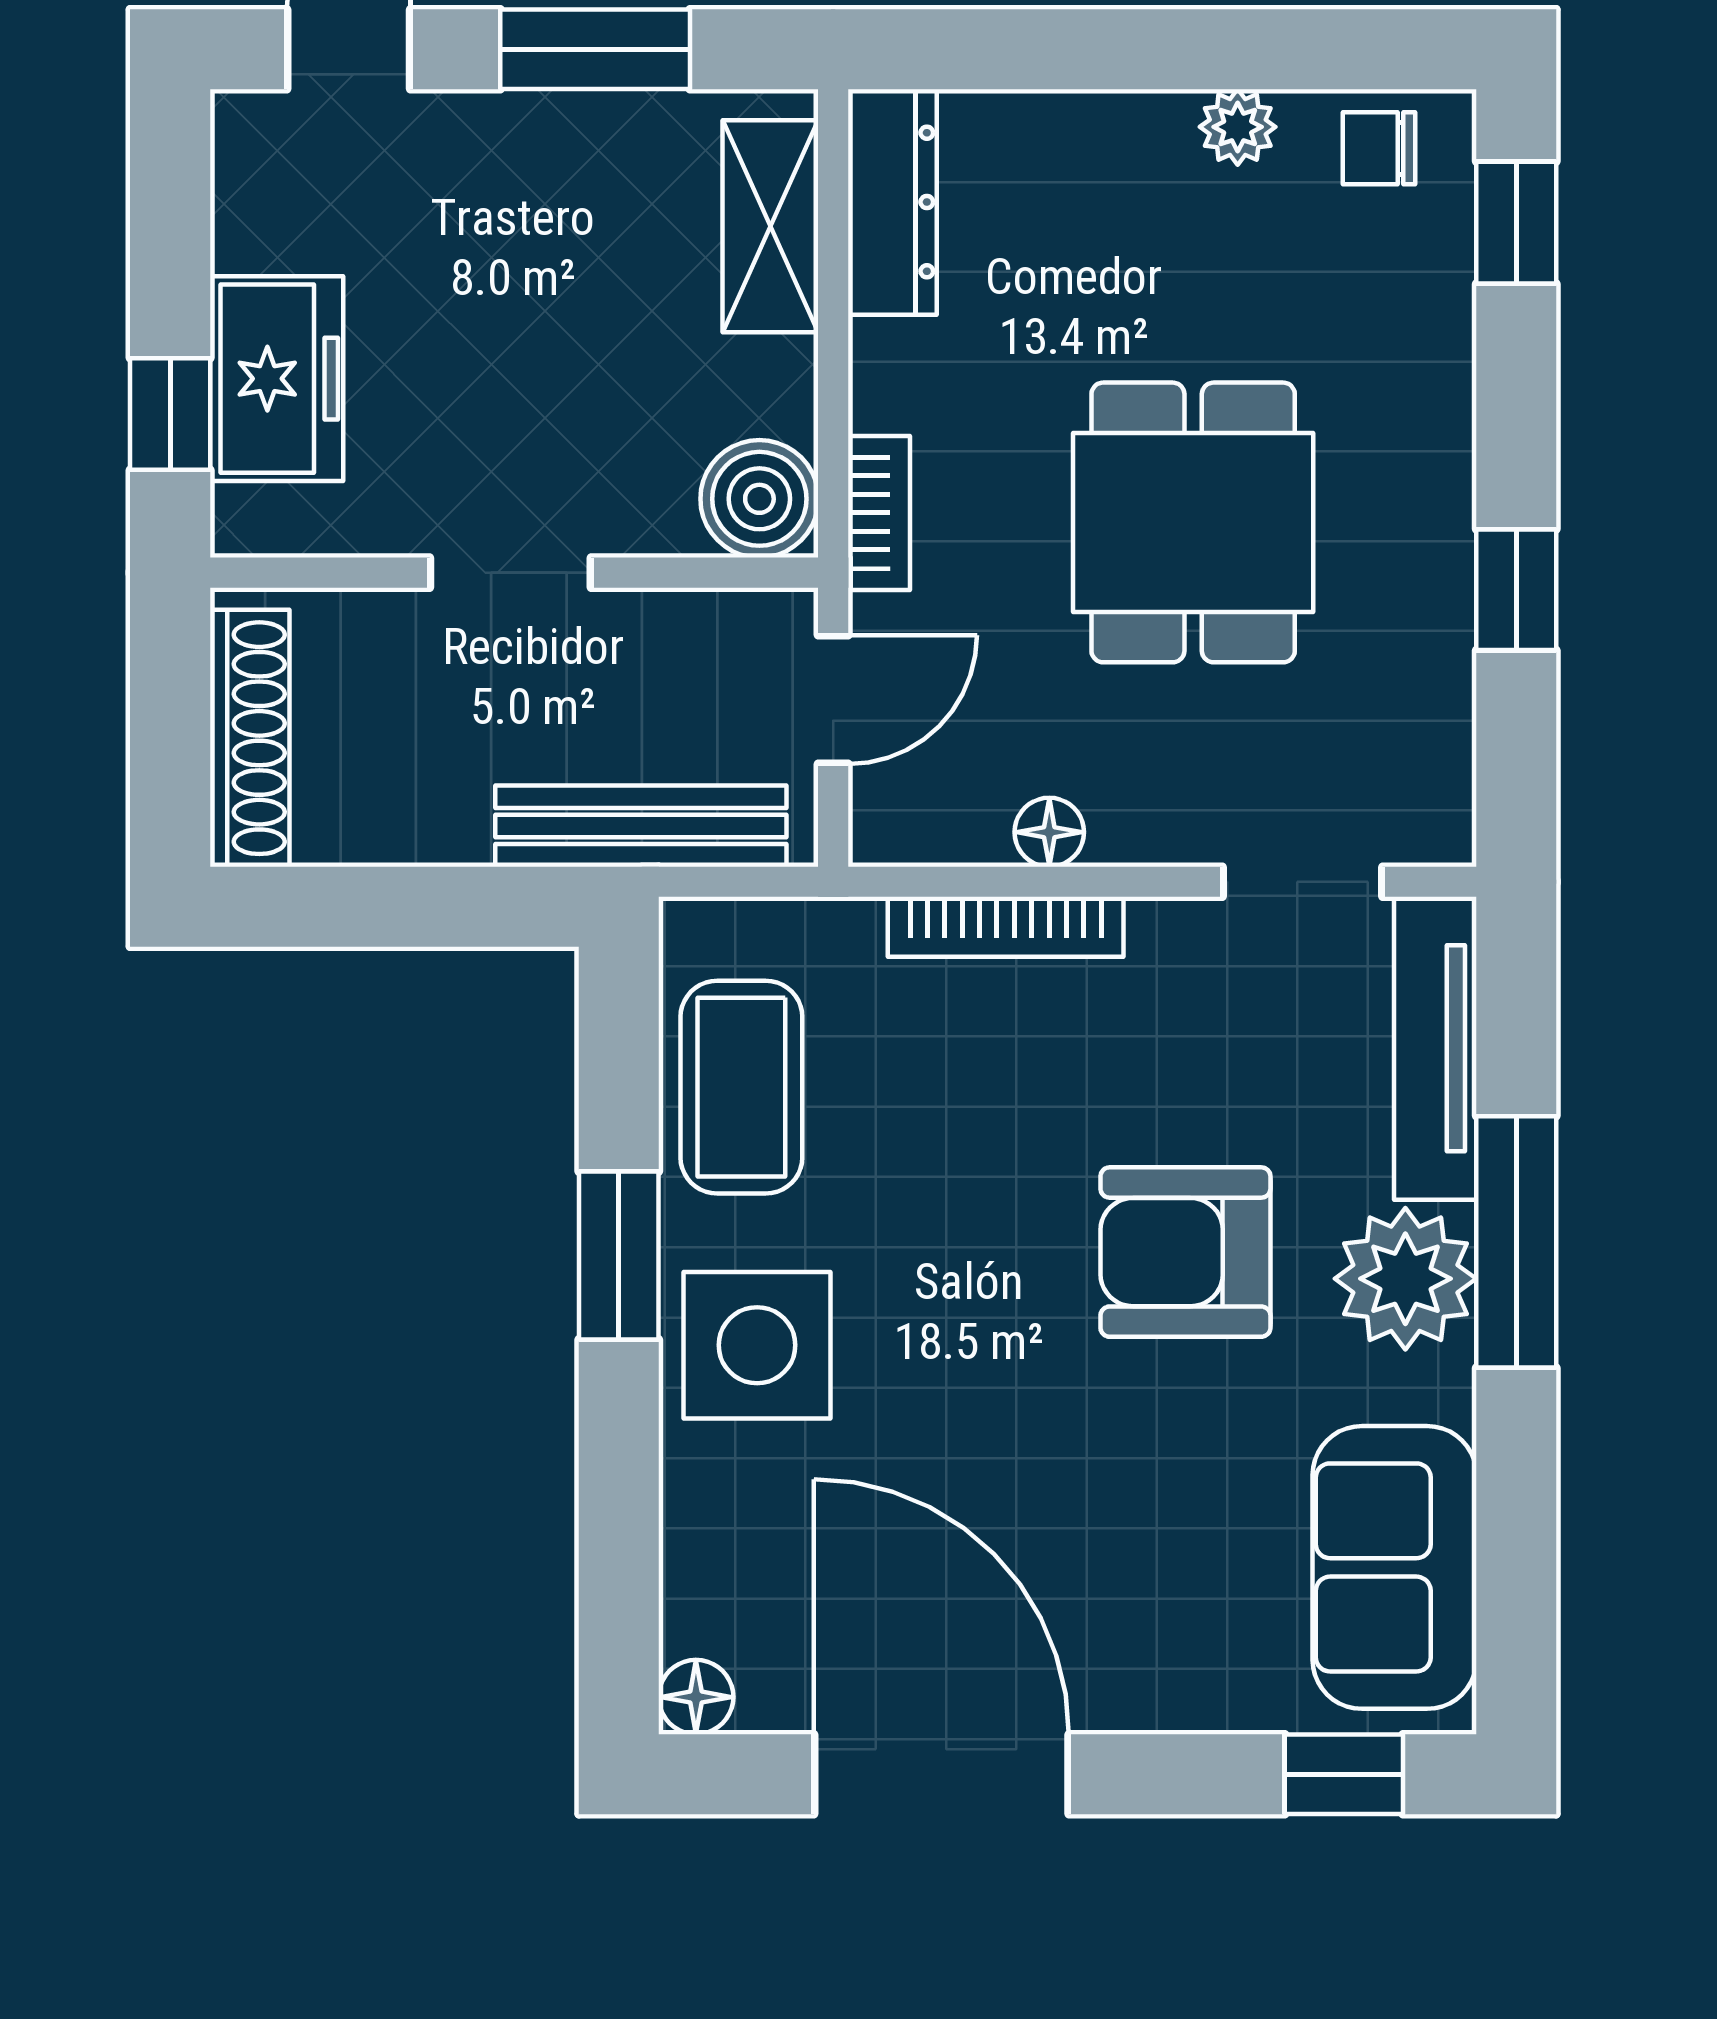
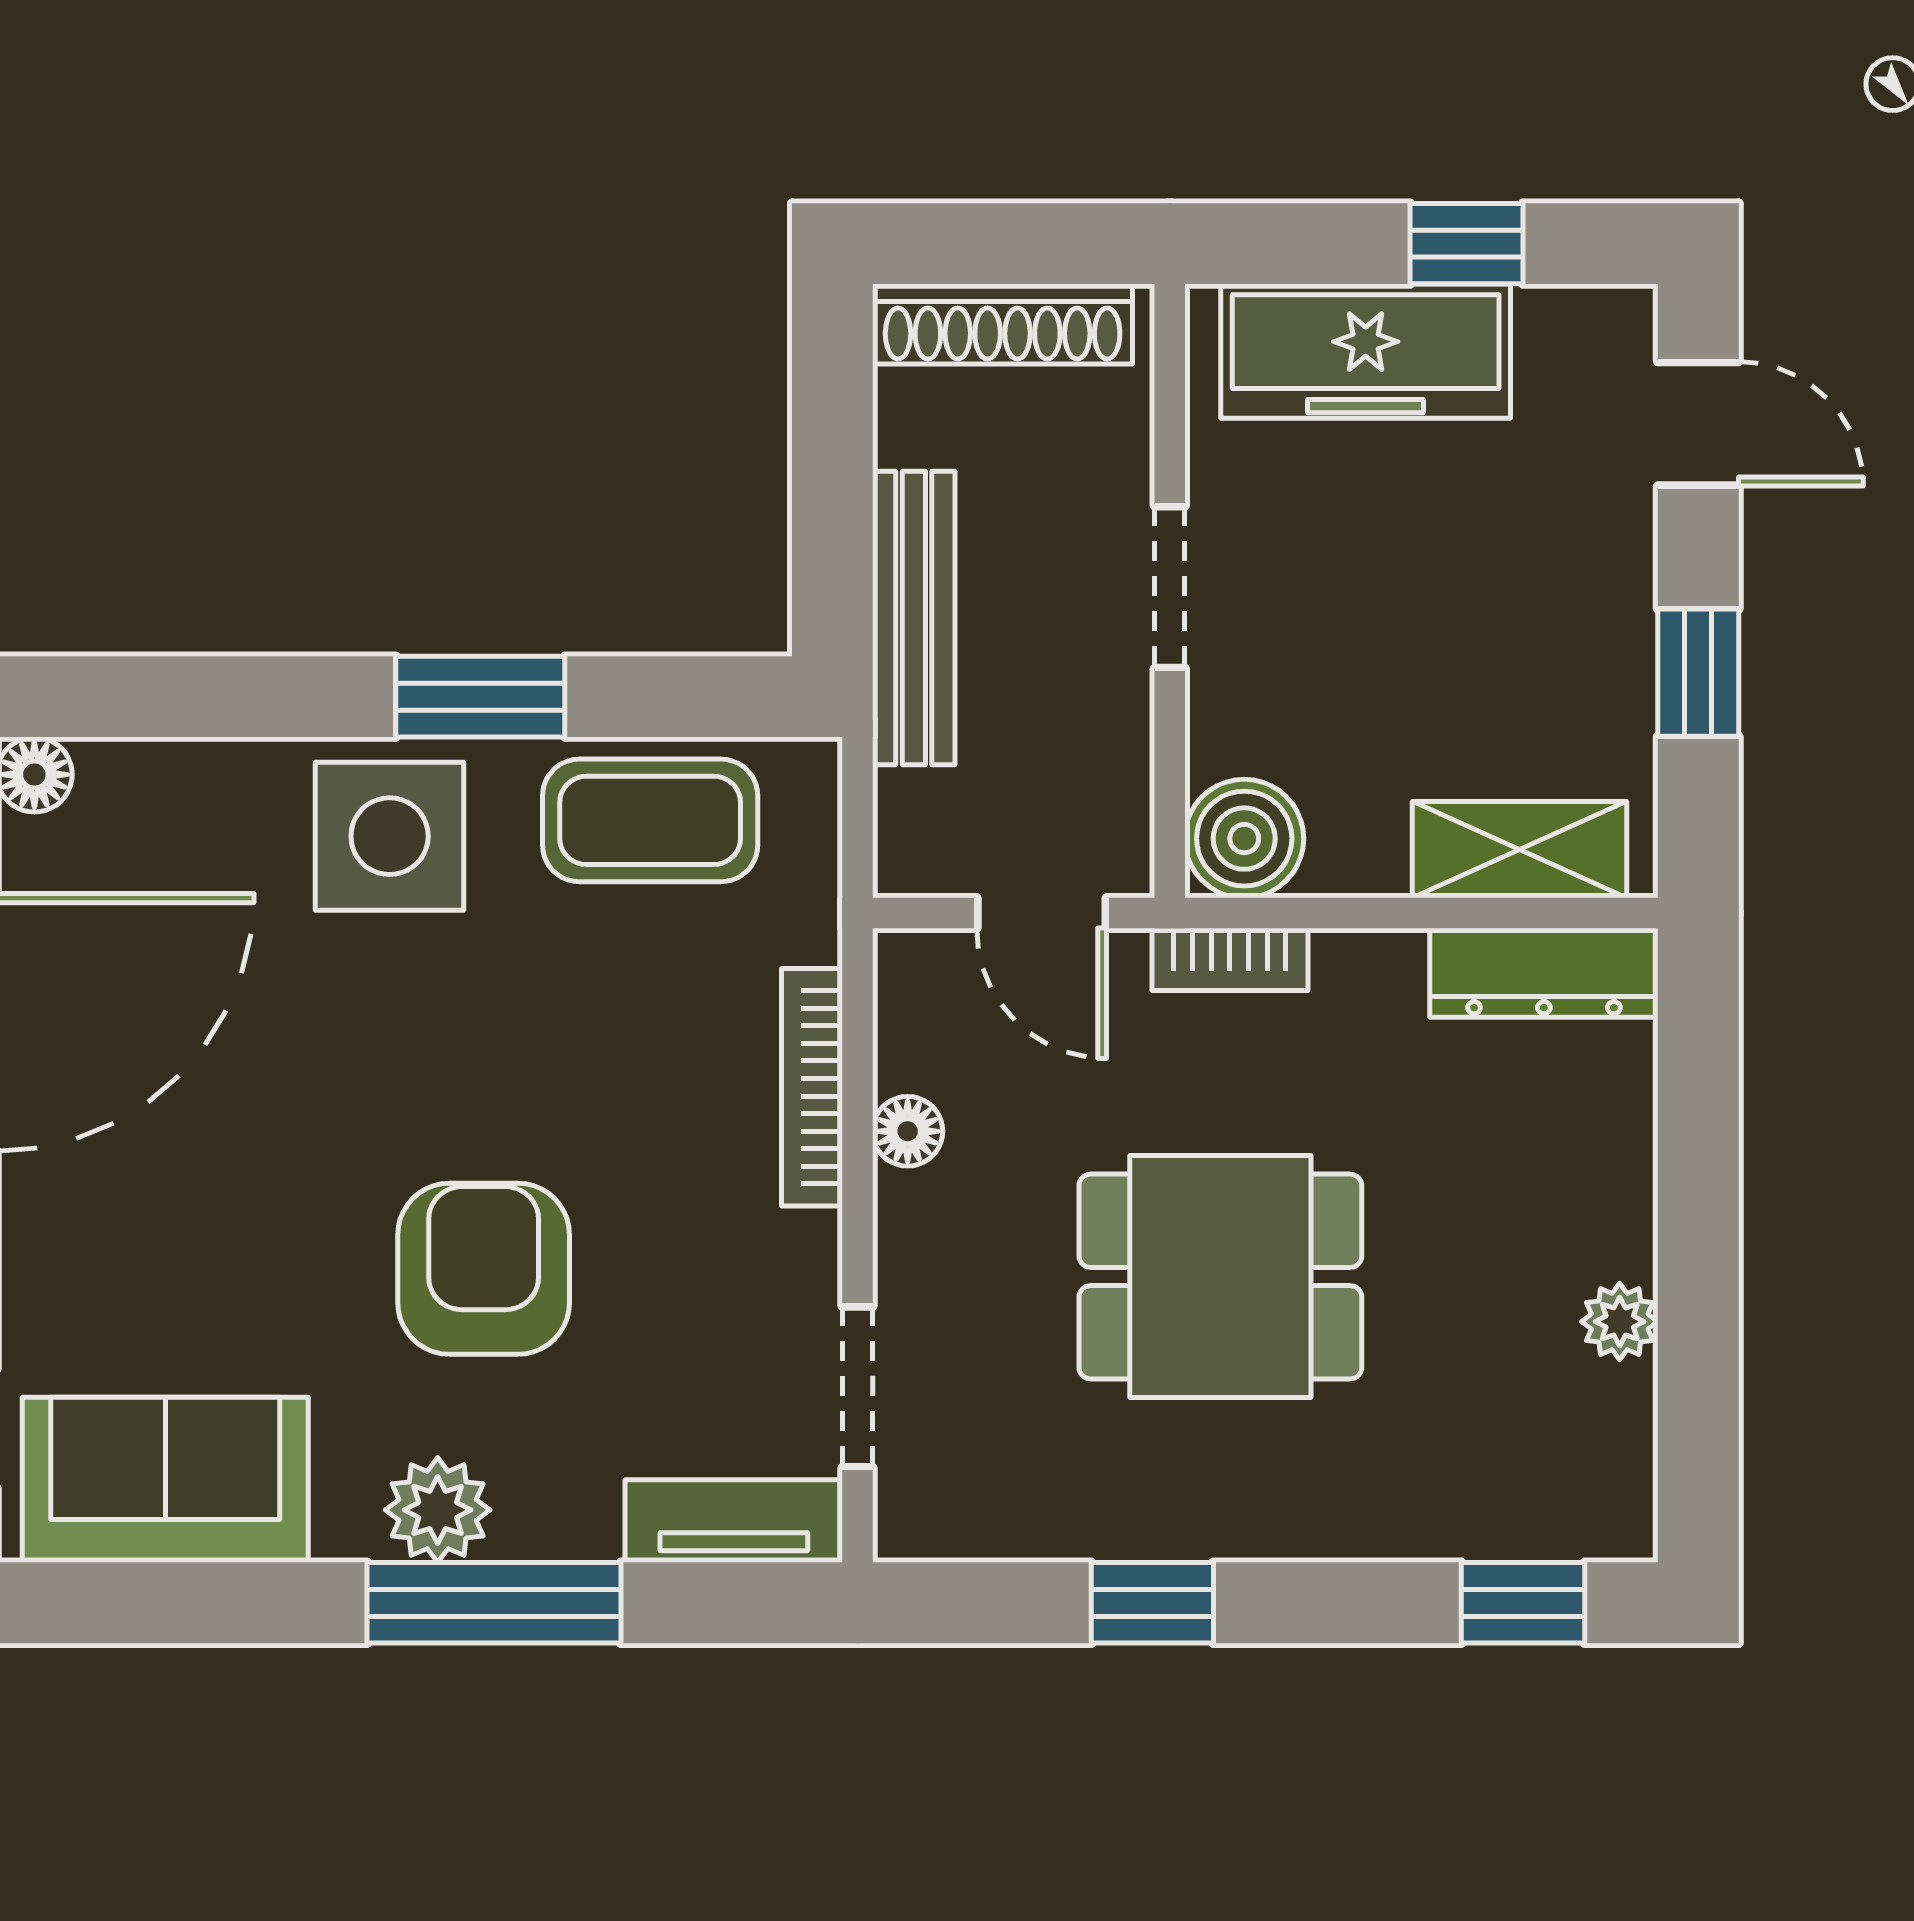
window: (595, 49) -> (1698, 673), width x0.67
chair: (1379, 148) -> (1598, 1464), removed
freezer: (277, 379) -> (1366, 351), width x1.40
window: (170, 414) -> (1467, 244), moved
bench: (641, 826) -> (914, 618), moved
tv unit: (1435, 1048) -> (734, 1521), width x0.71
plant: (1405, 1279) -> (438, 1510), width x0.73, depth x0.73

